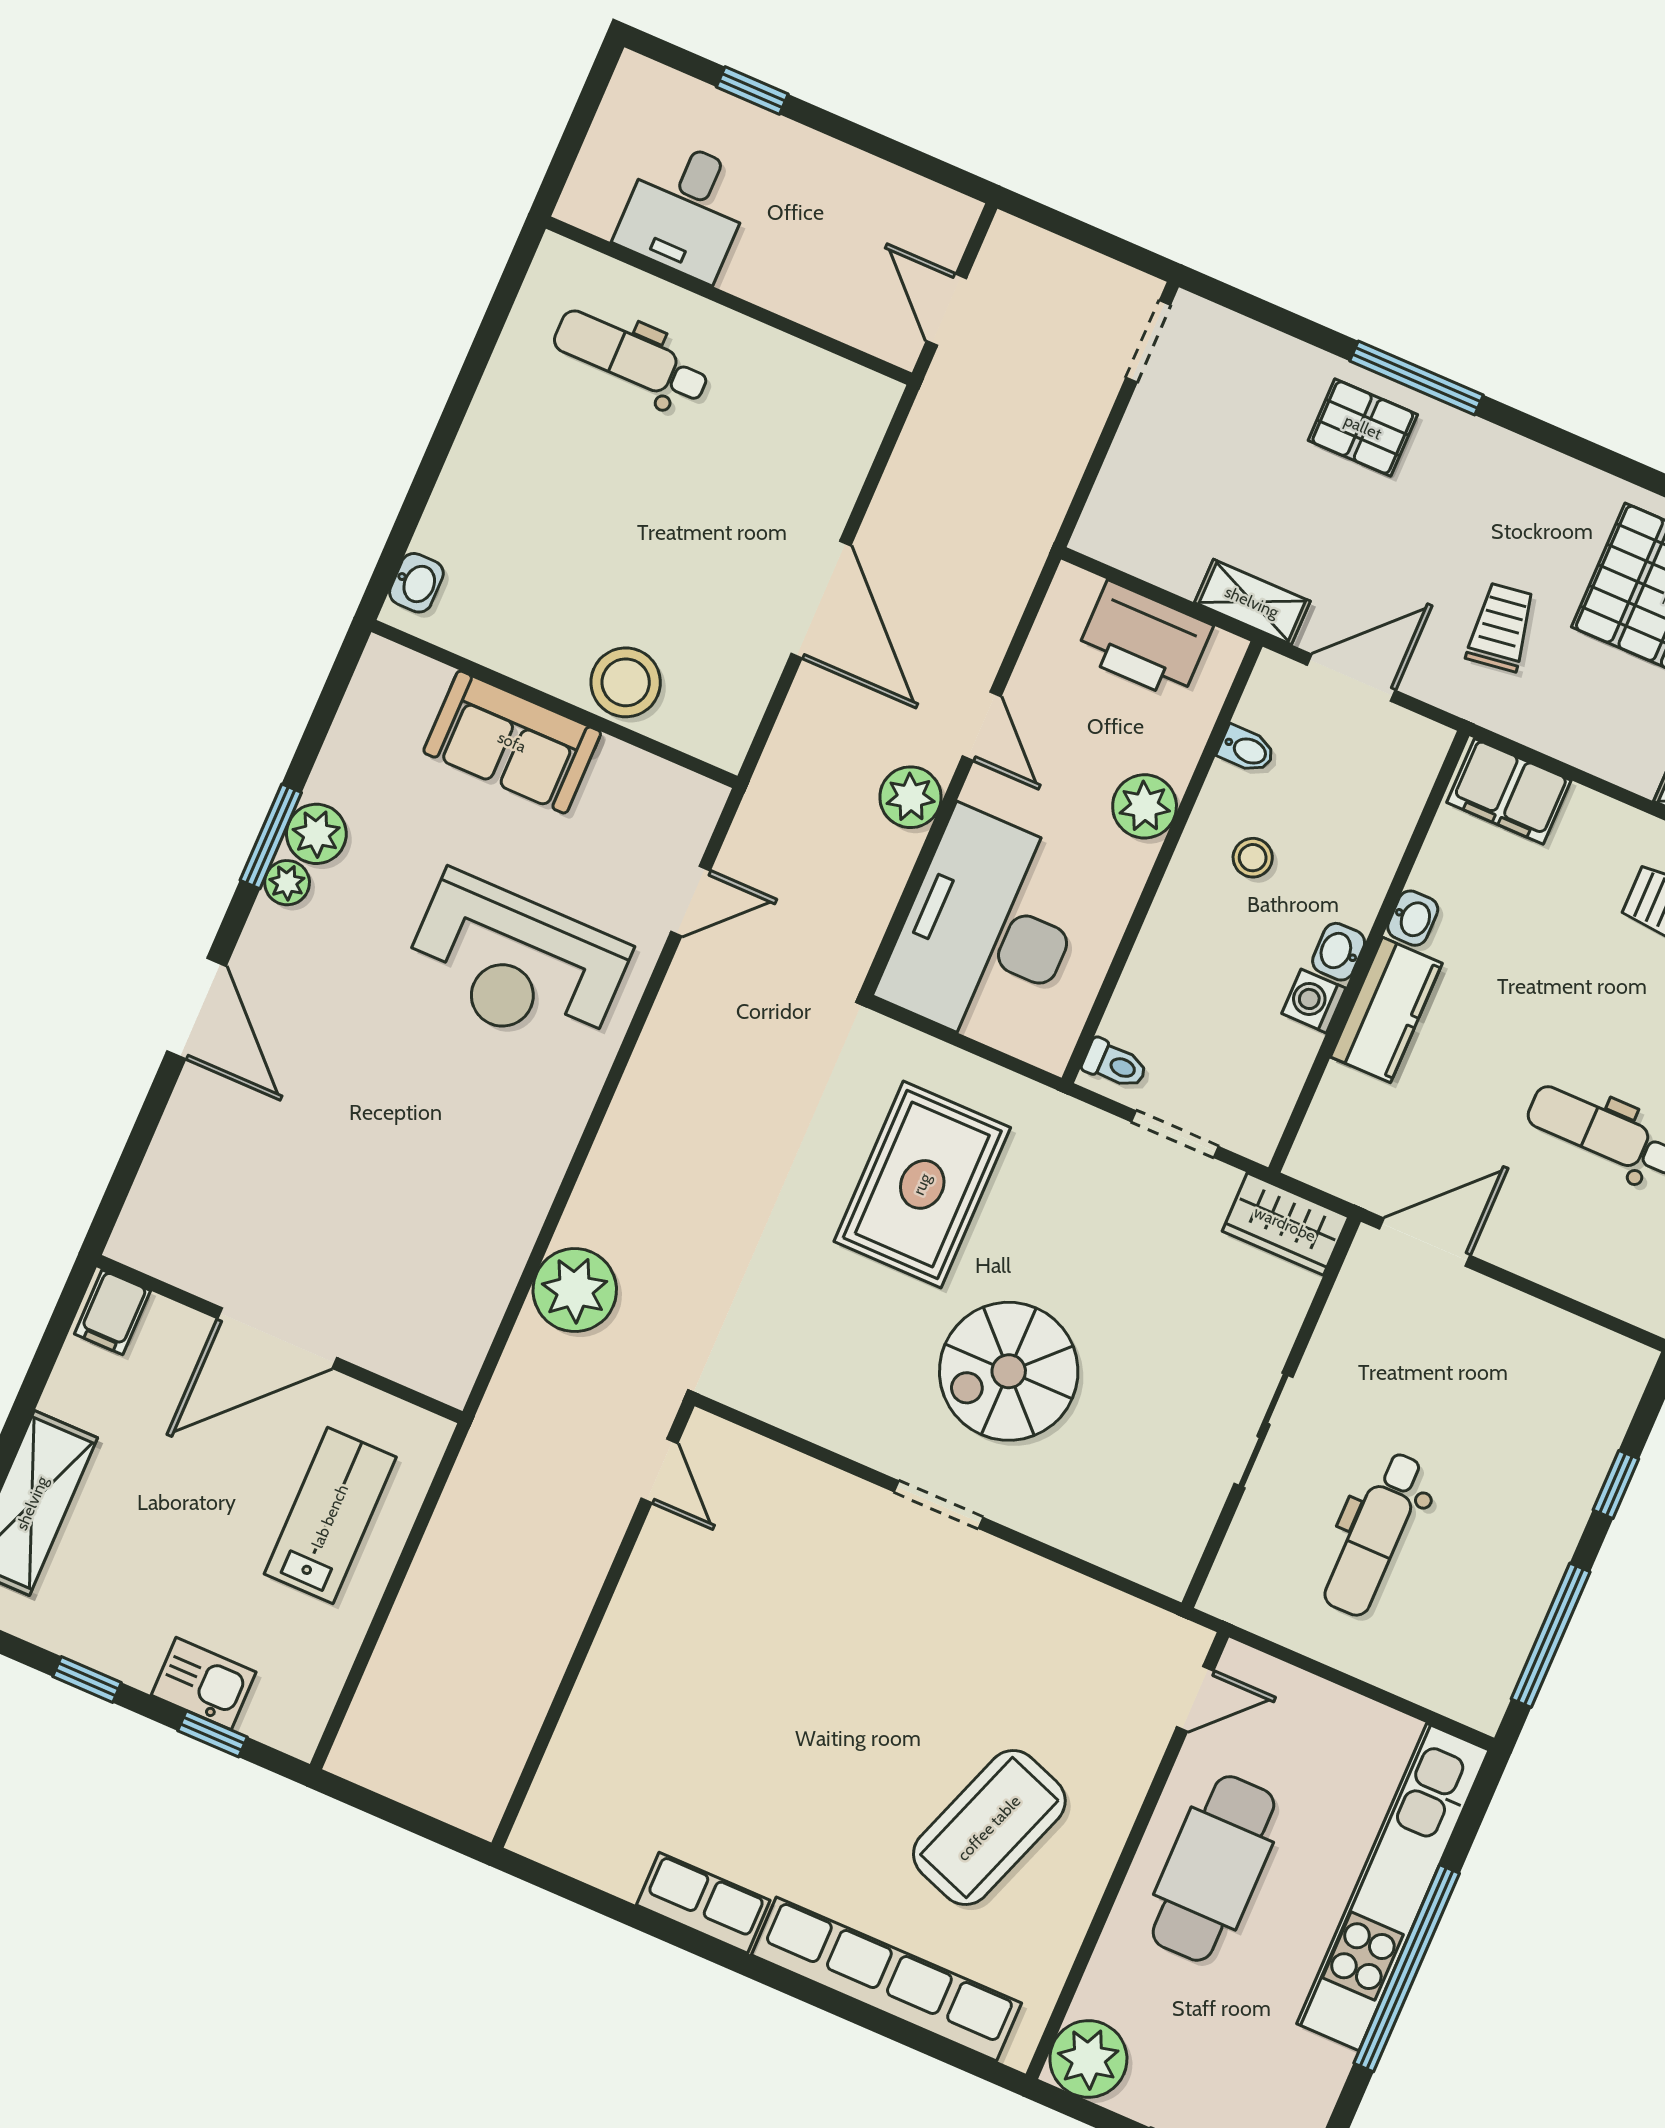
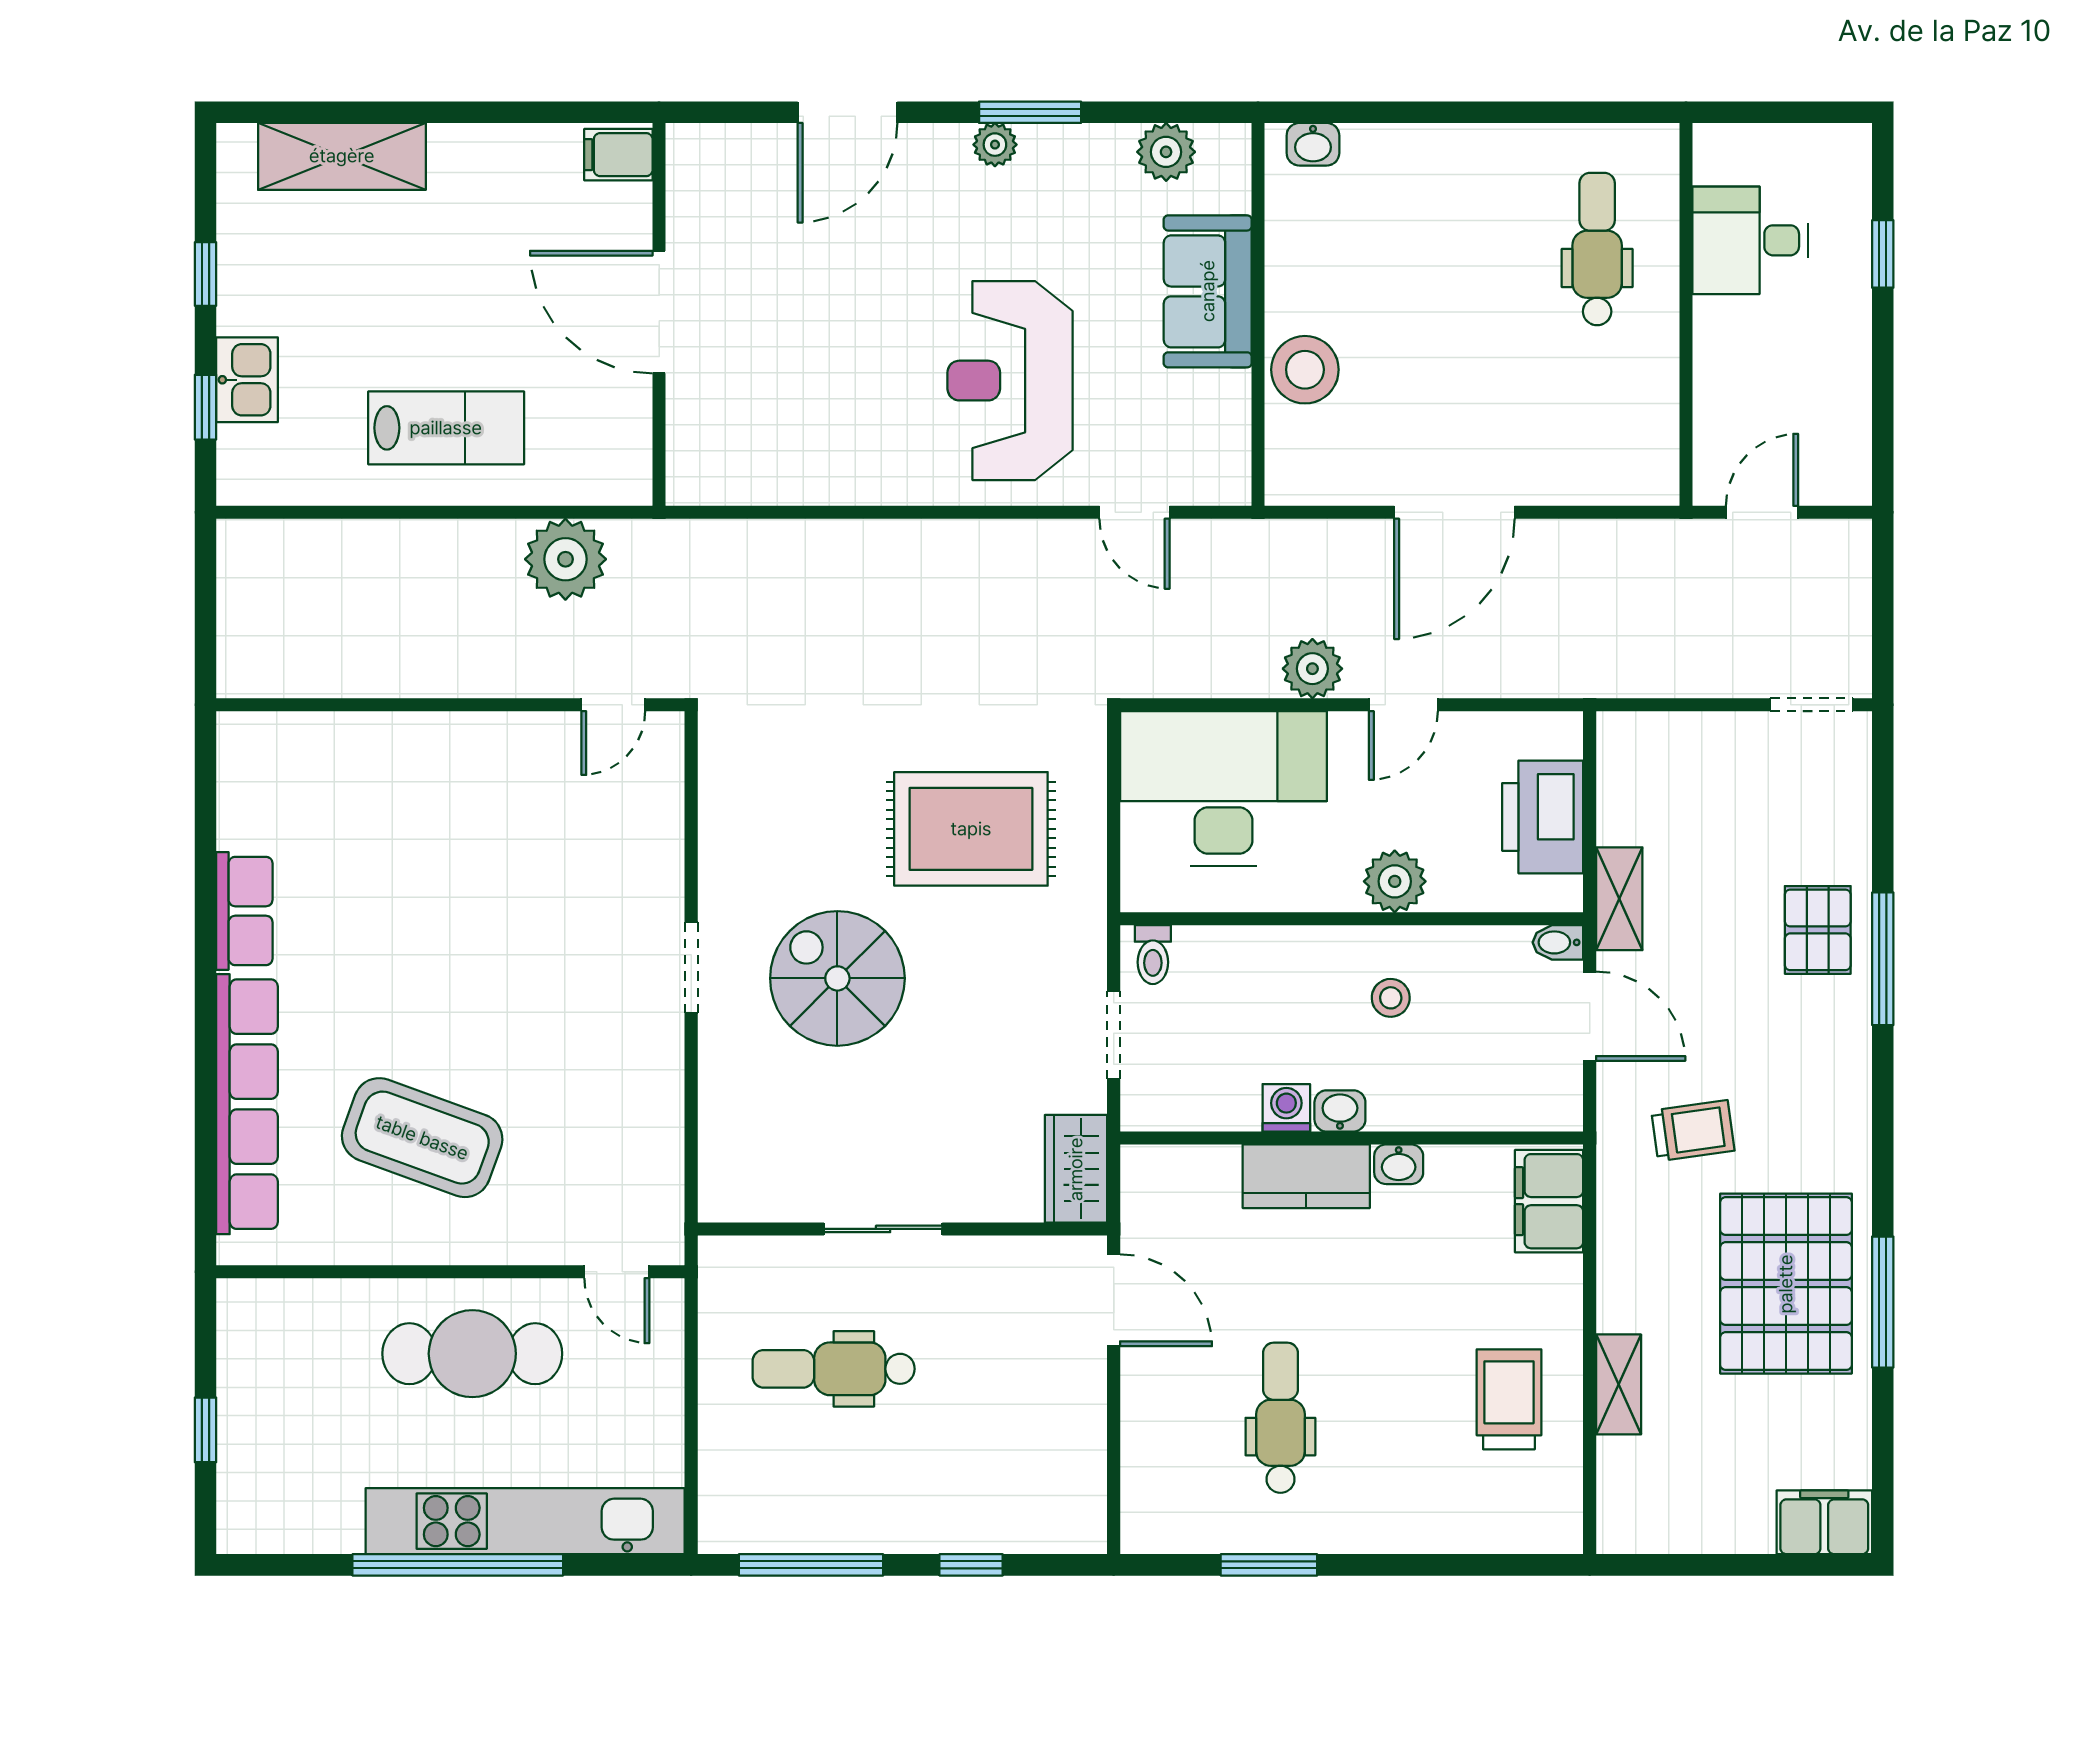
bidet: (1247, 750) -> (1558, 942), moved, turned 90
plant: (316, 834) -> (1166, 152), moved
plant: (575, 1290) -> (565, 559), moved
filing cabinet: (112, 1312) -> (618, 155), moved
door: (277, 1338) -> (659, 312), moved
wall: (280, 1339) -> (659, 314), moved
plant: (1088, 2059) -> (254, 1316), removed

